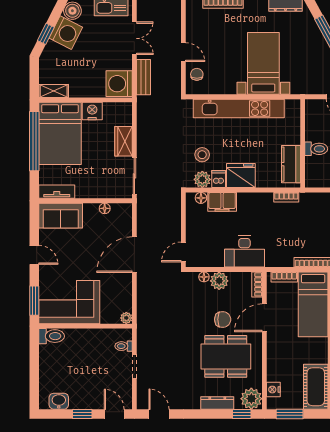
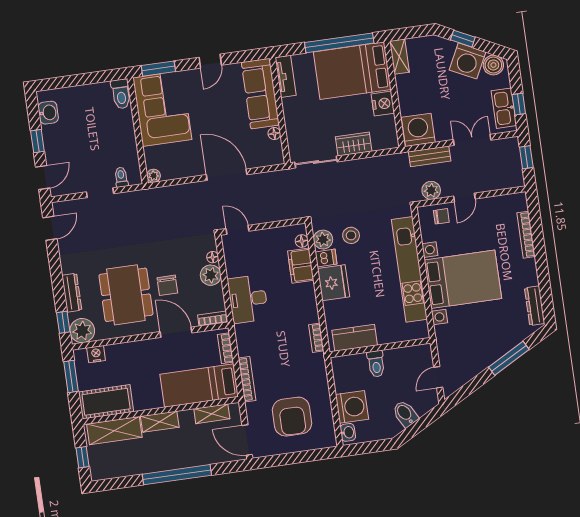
double door: (134, 38) -> (472, 140), swing flipped
bed with nightstands: (263, 63) -> (463, 279), width x1.36
plant: (173, 80) -> (431, 190), added
sofa: (61, 216) -> (260, 94), width x1.36

